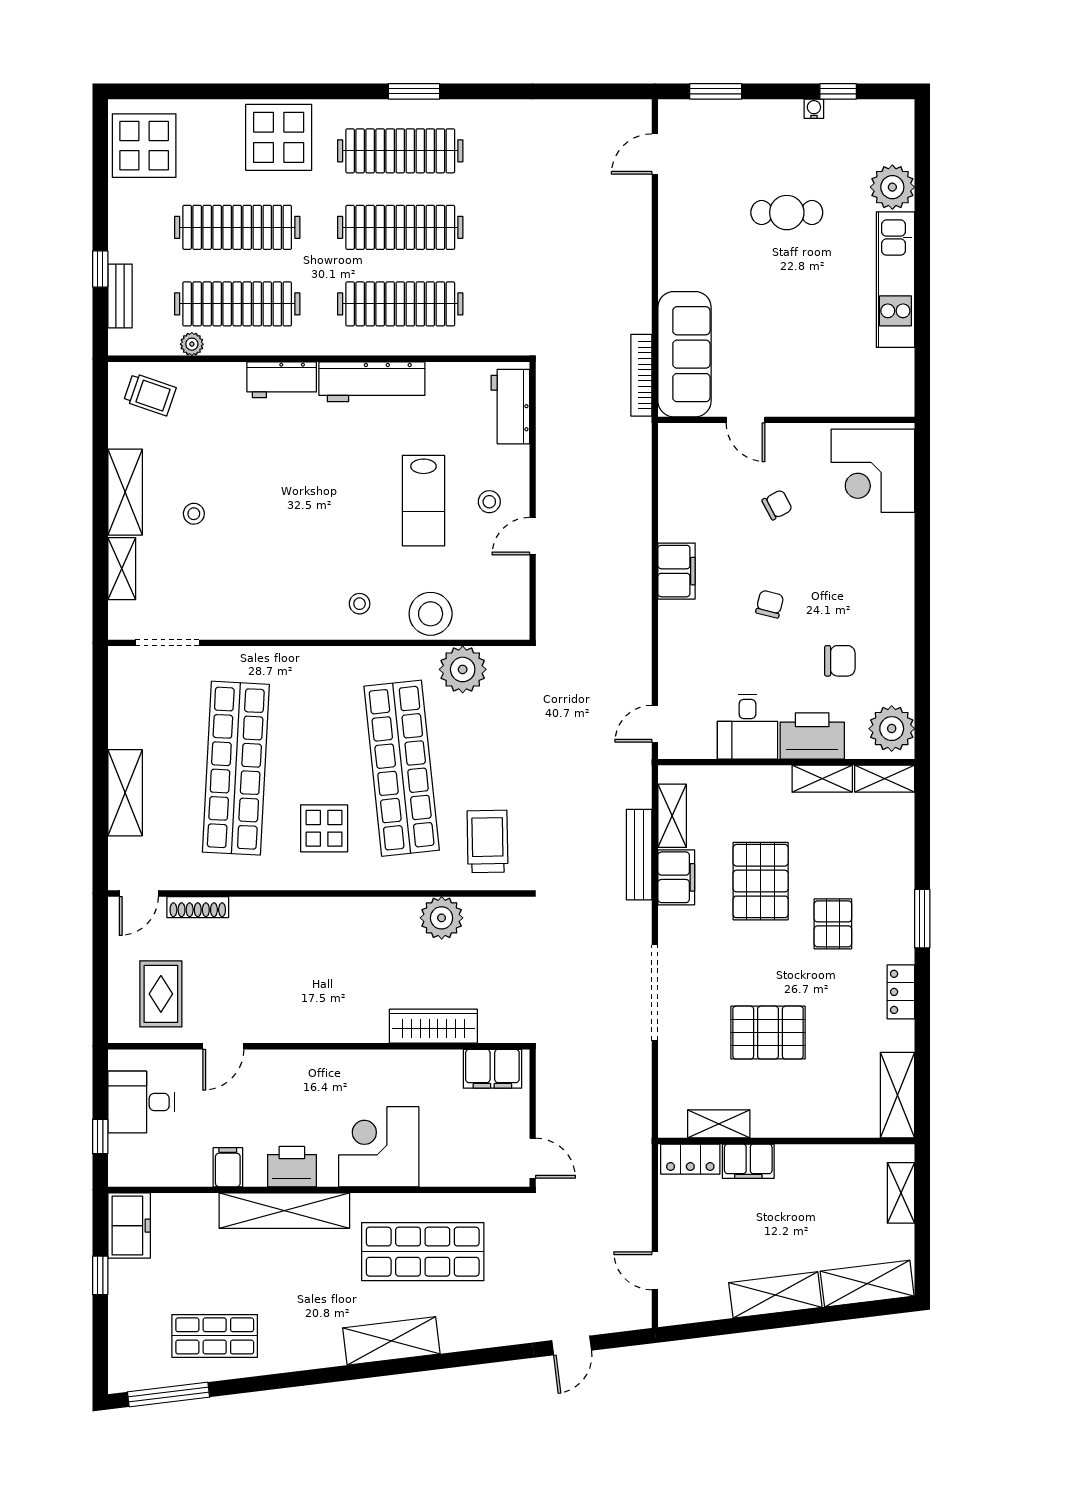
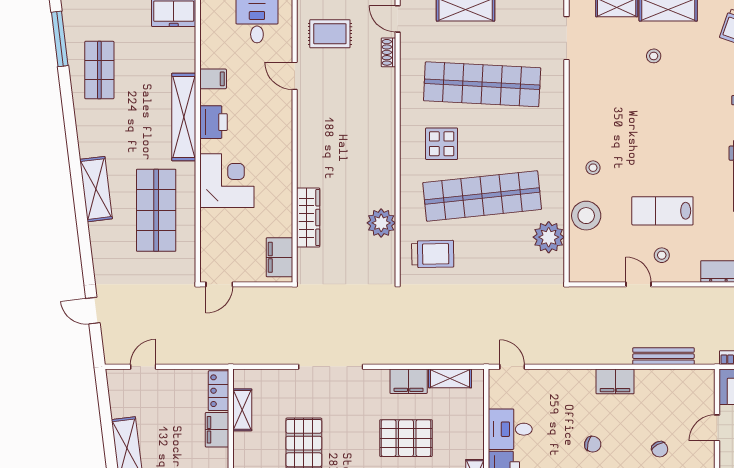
bench: (639, 855) -> (663, 356), moved
shoe rack: (198, 907) -> (388, 52), width x0.70

